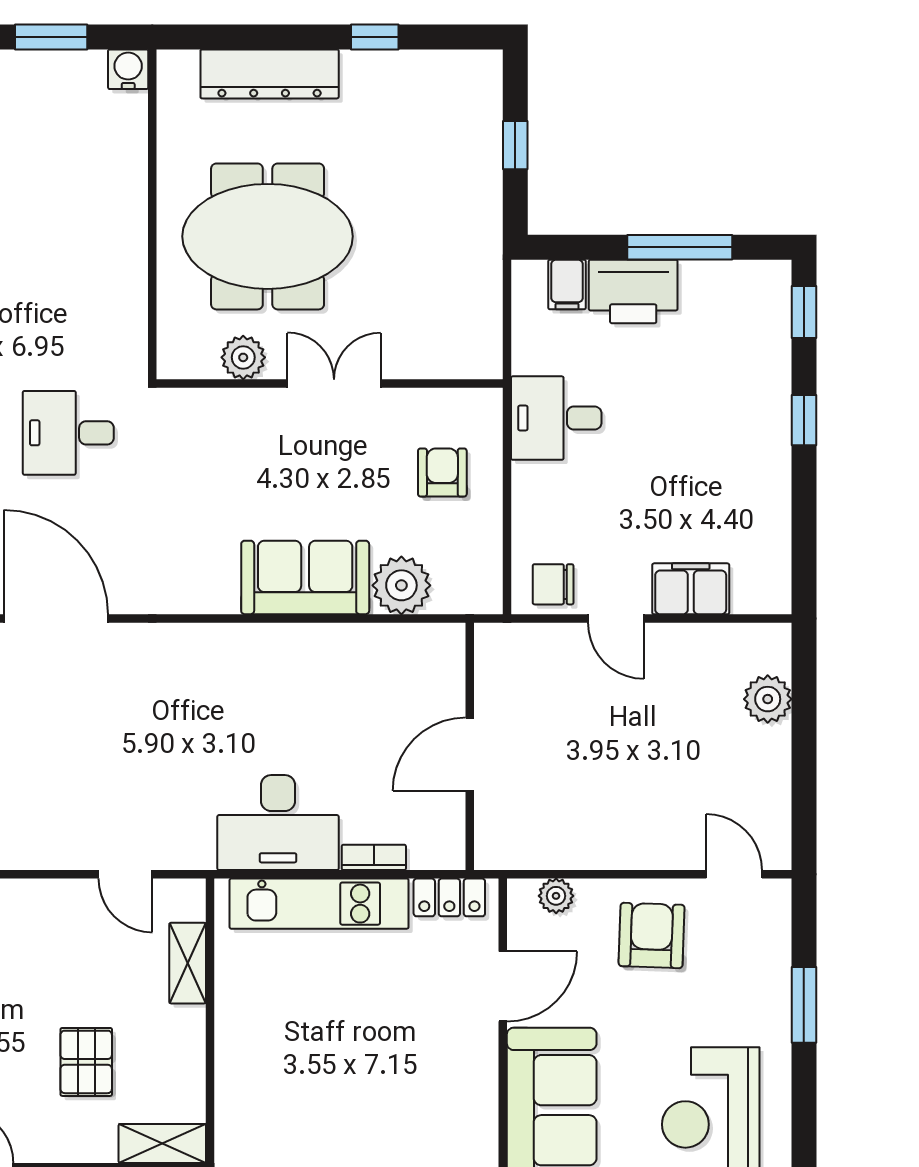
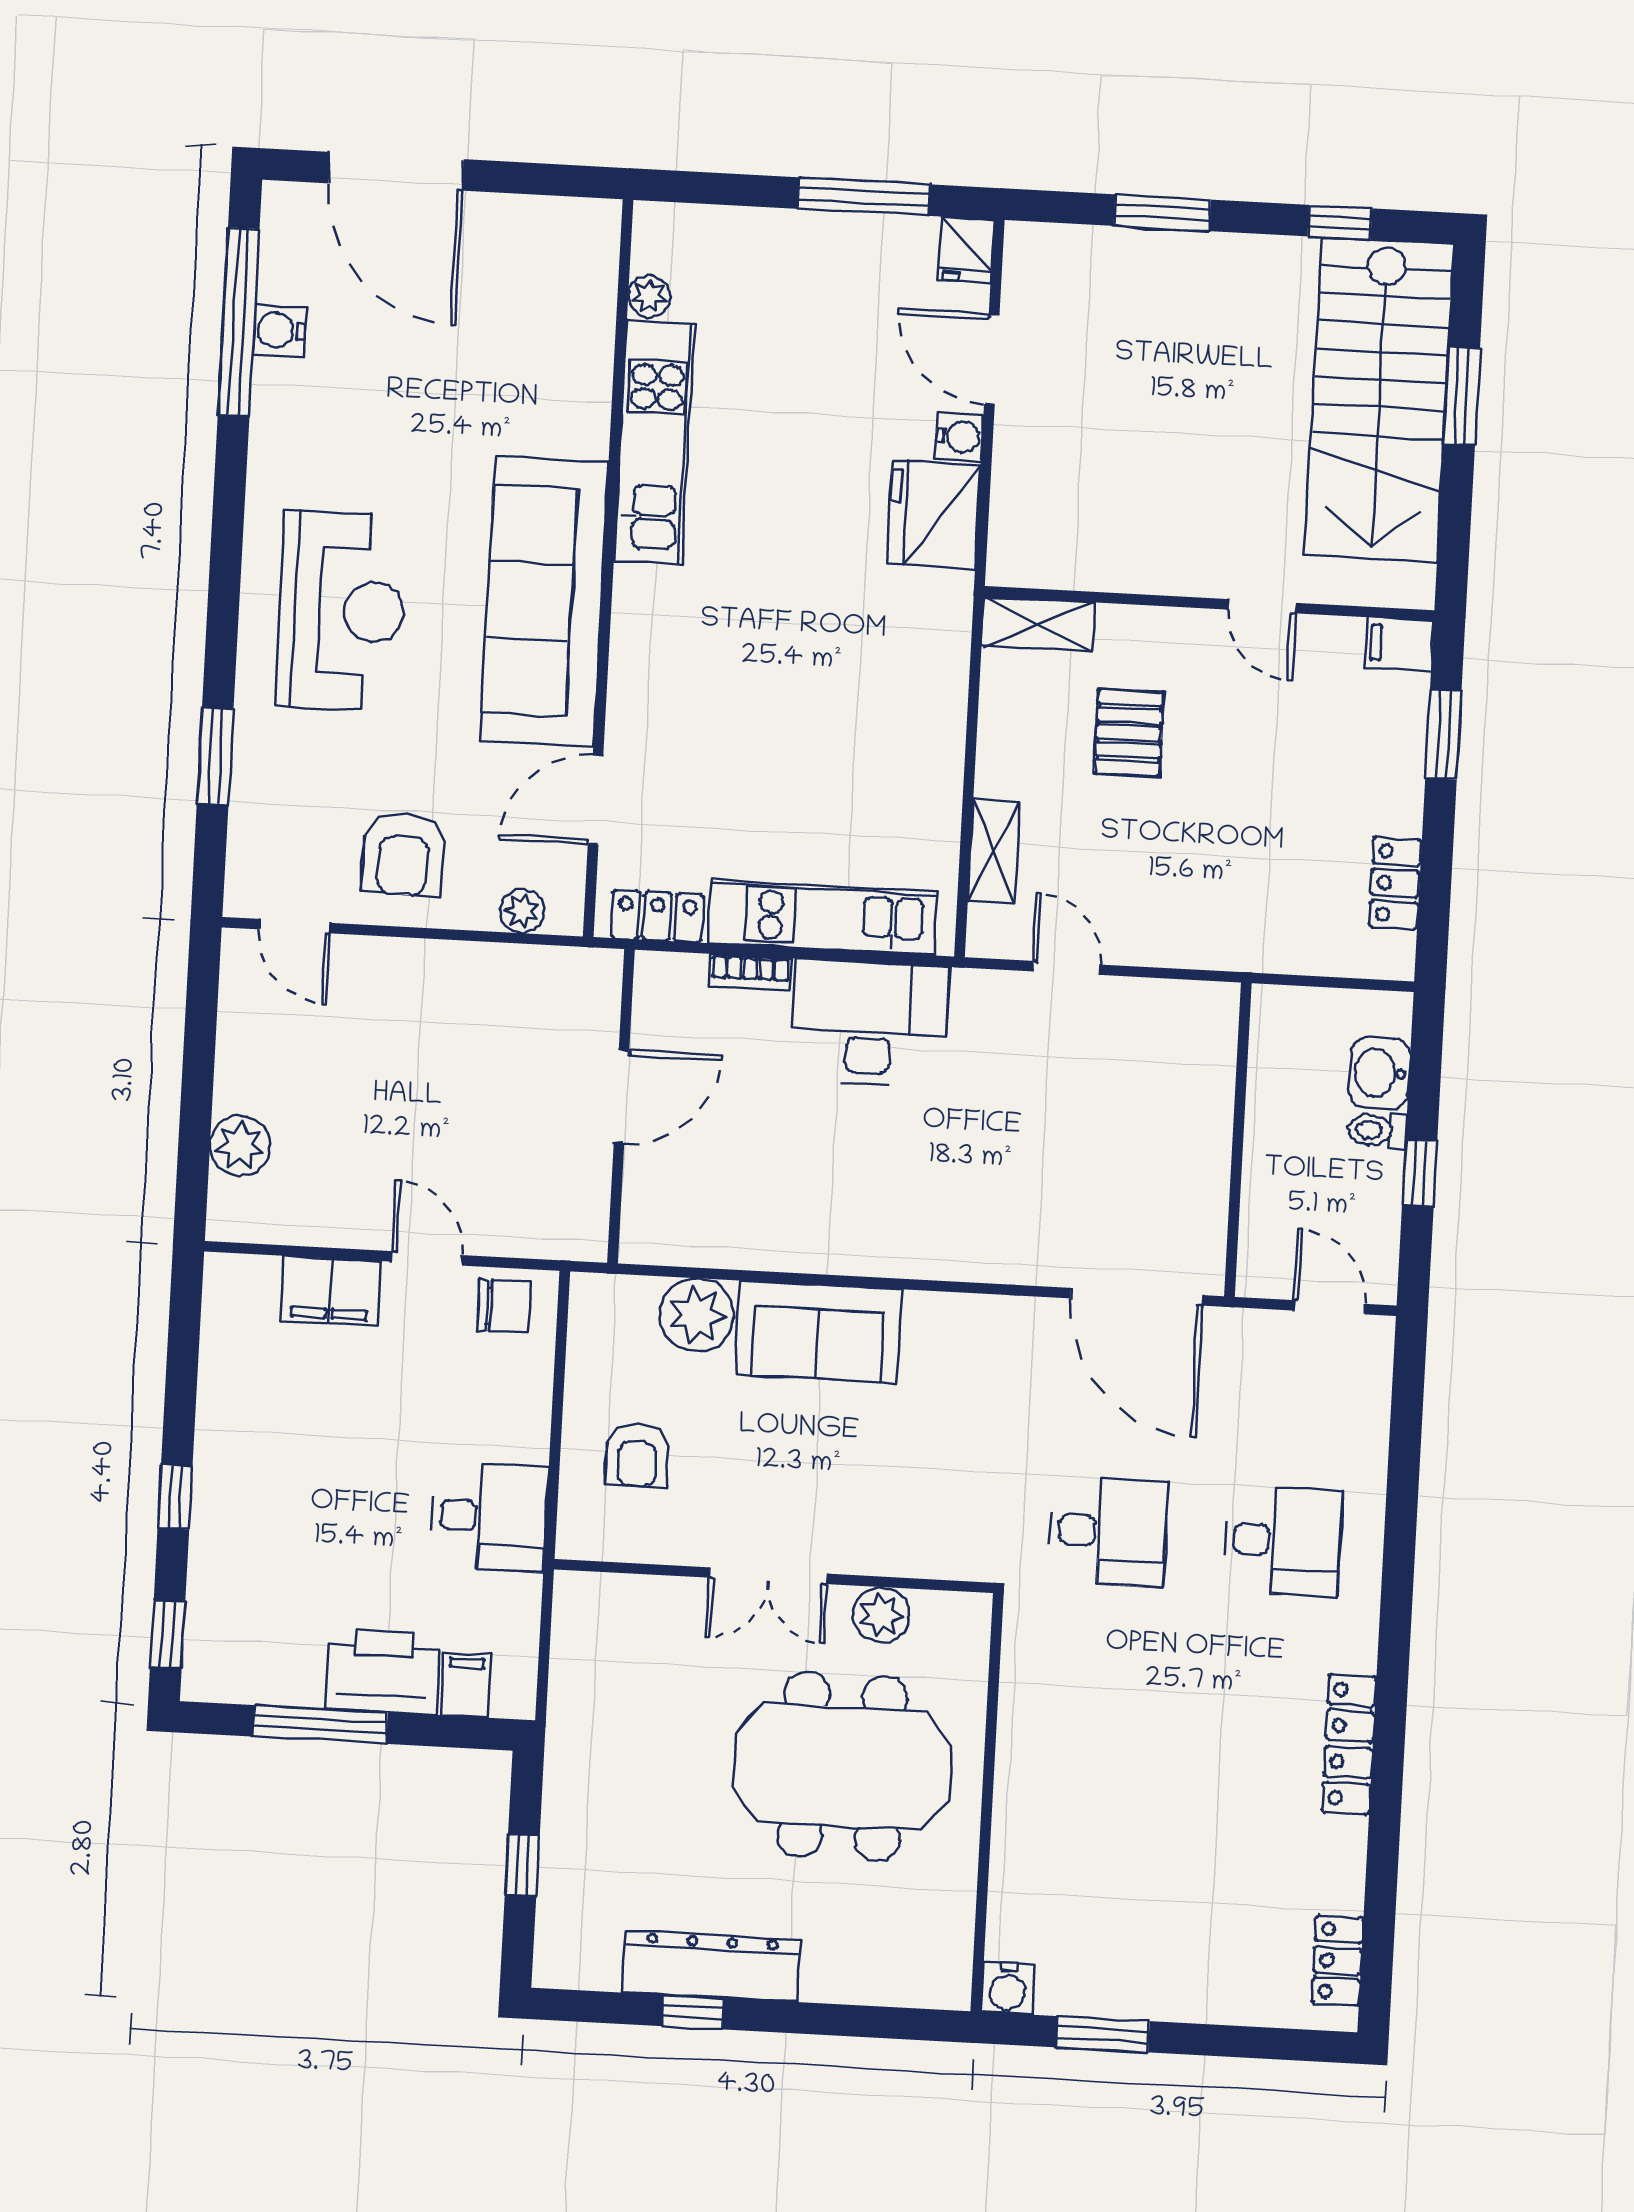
dresser: (270, 74) -> (711, 1966), moved

